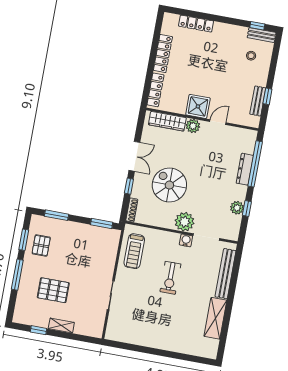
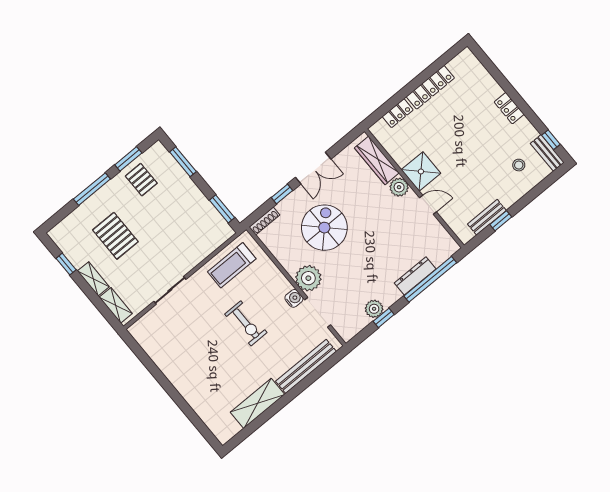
locker: (196, 24) -> (509, 108), moved, width x0.66
locker: (156, 90) -> (398, 113), width x0.66
pallet: (41, 245) -> (141, 180), turned 90
exercise bike: (170, 278) -> (246, 323), turned -90
shelving: (87, 330) -> (116, 305), added

